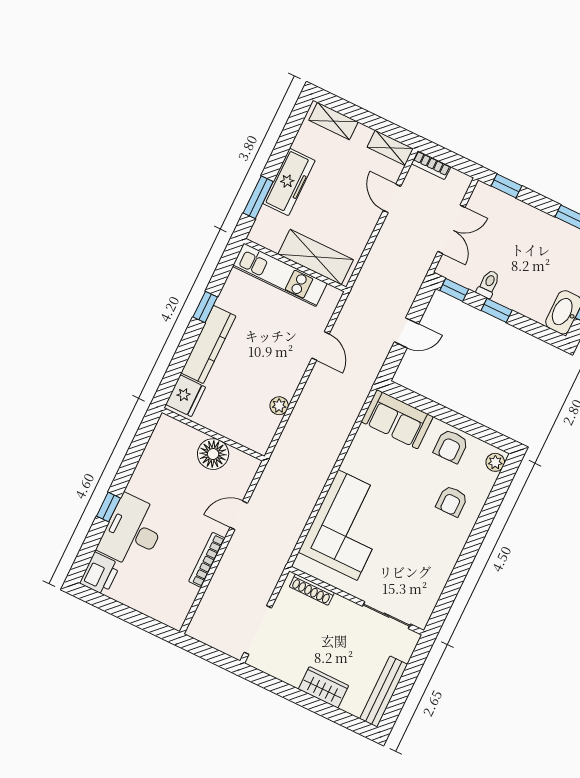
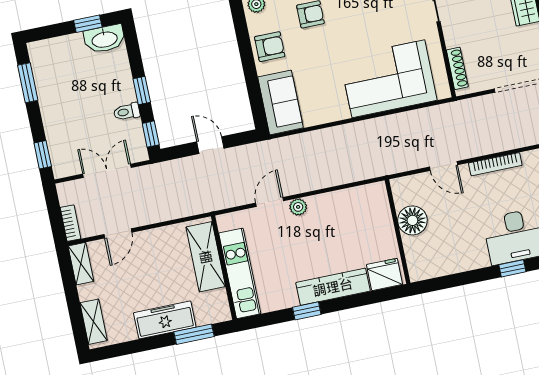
plant: (279, 406) -> (298, 207), moved

